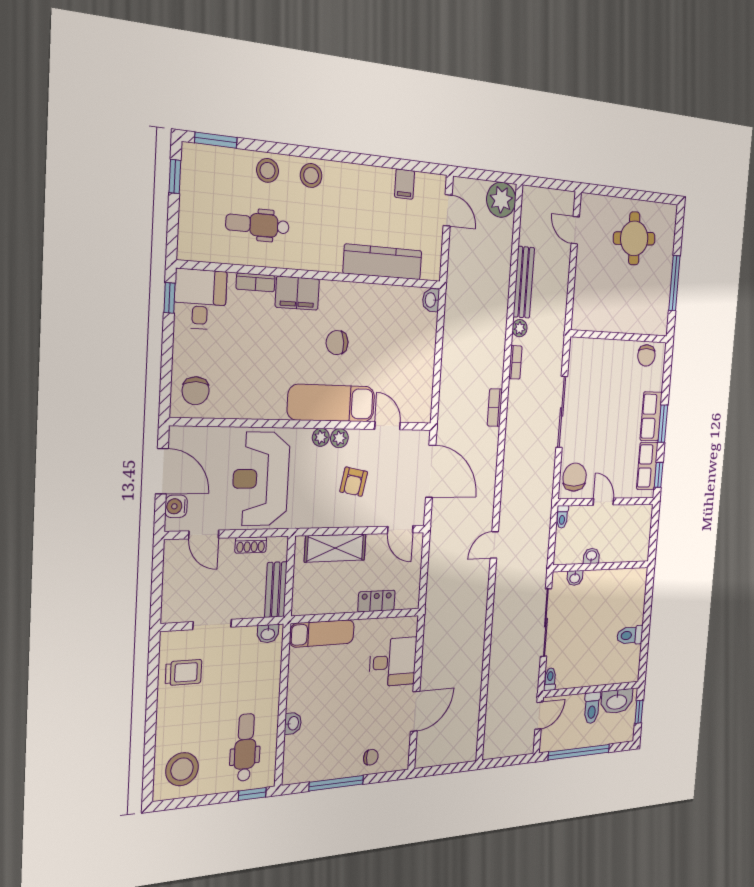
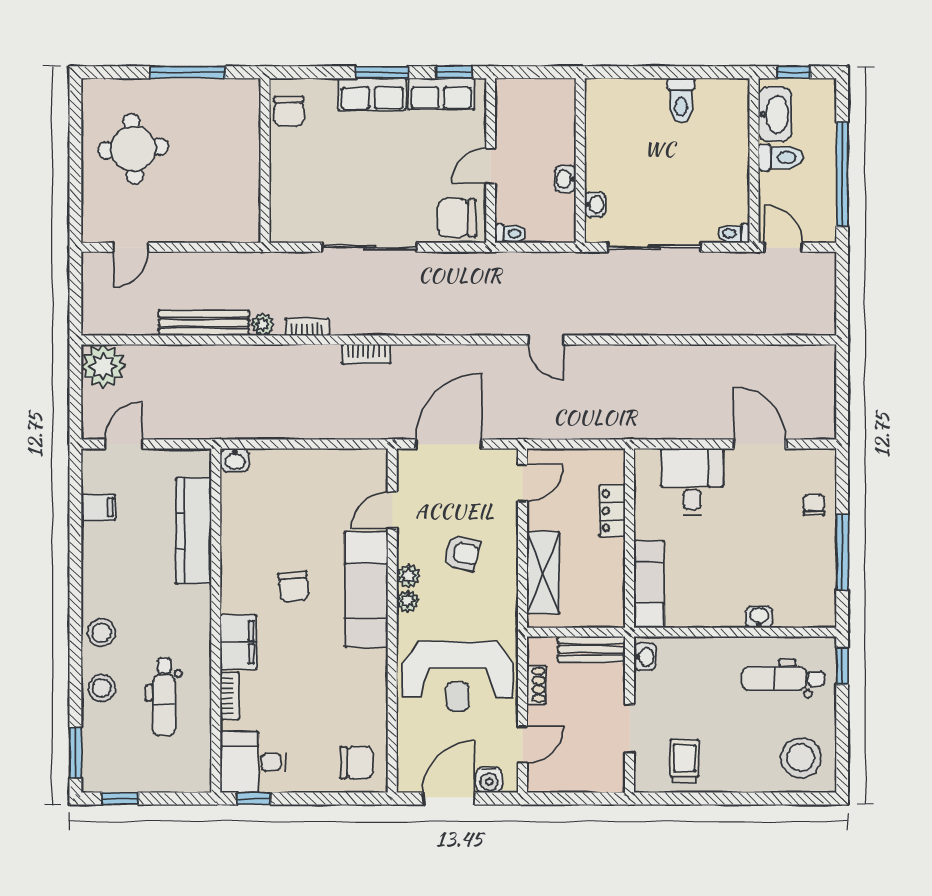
chair: (646, 355) -> (289, 111), turned 91

